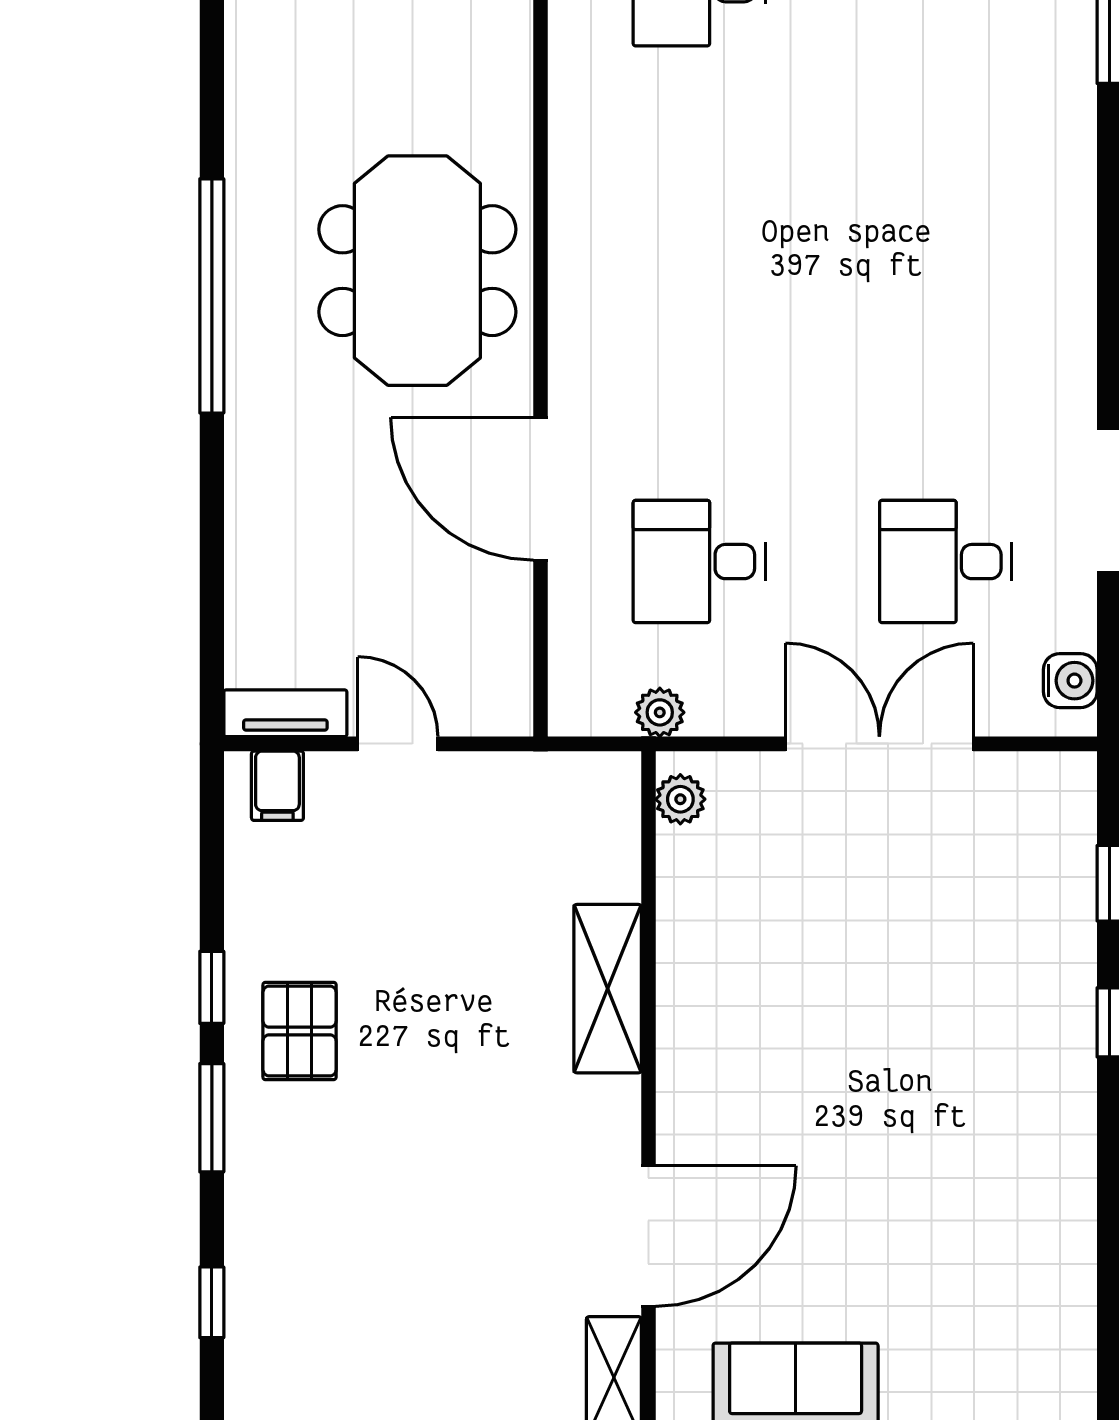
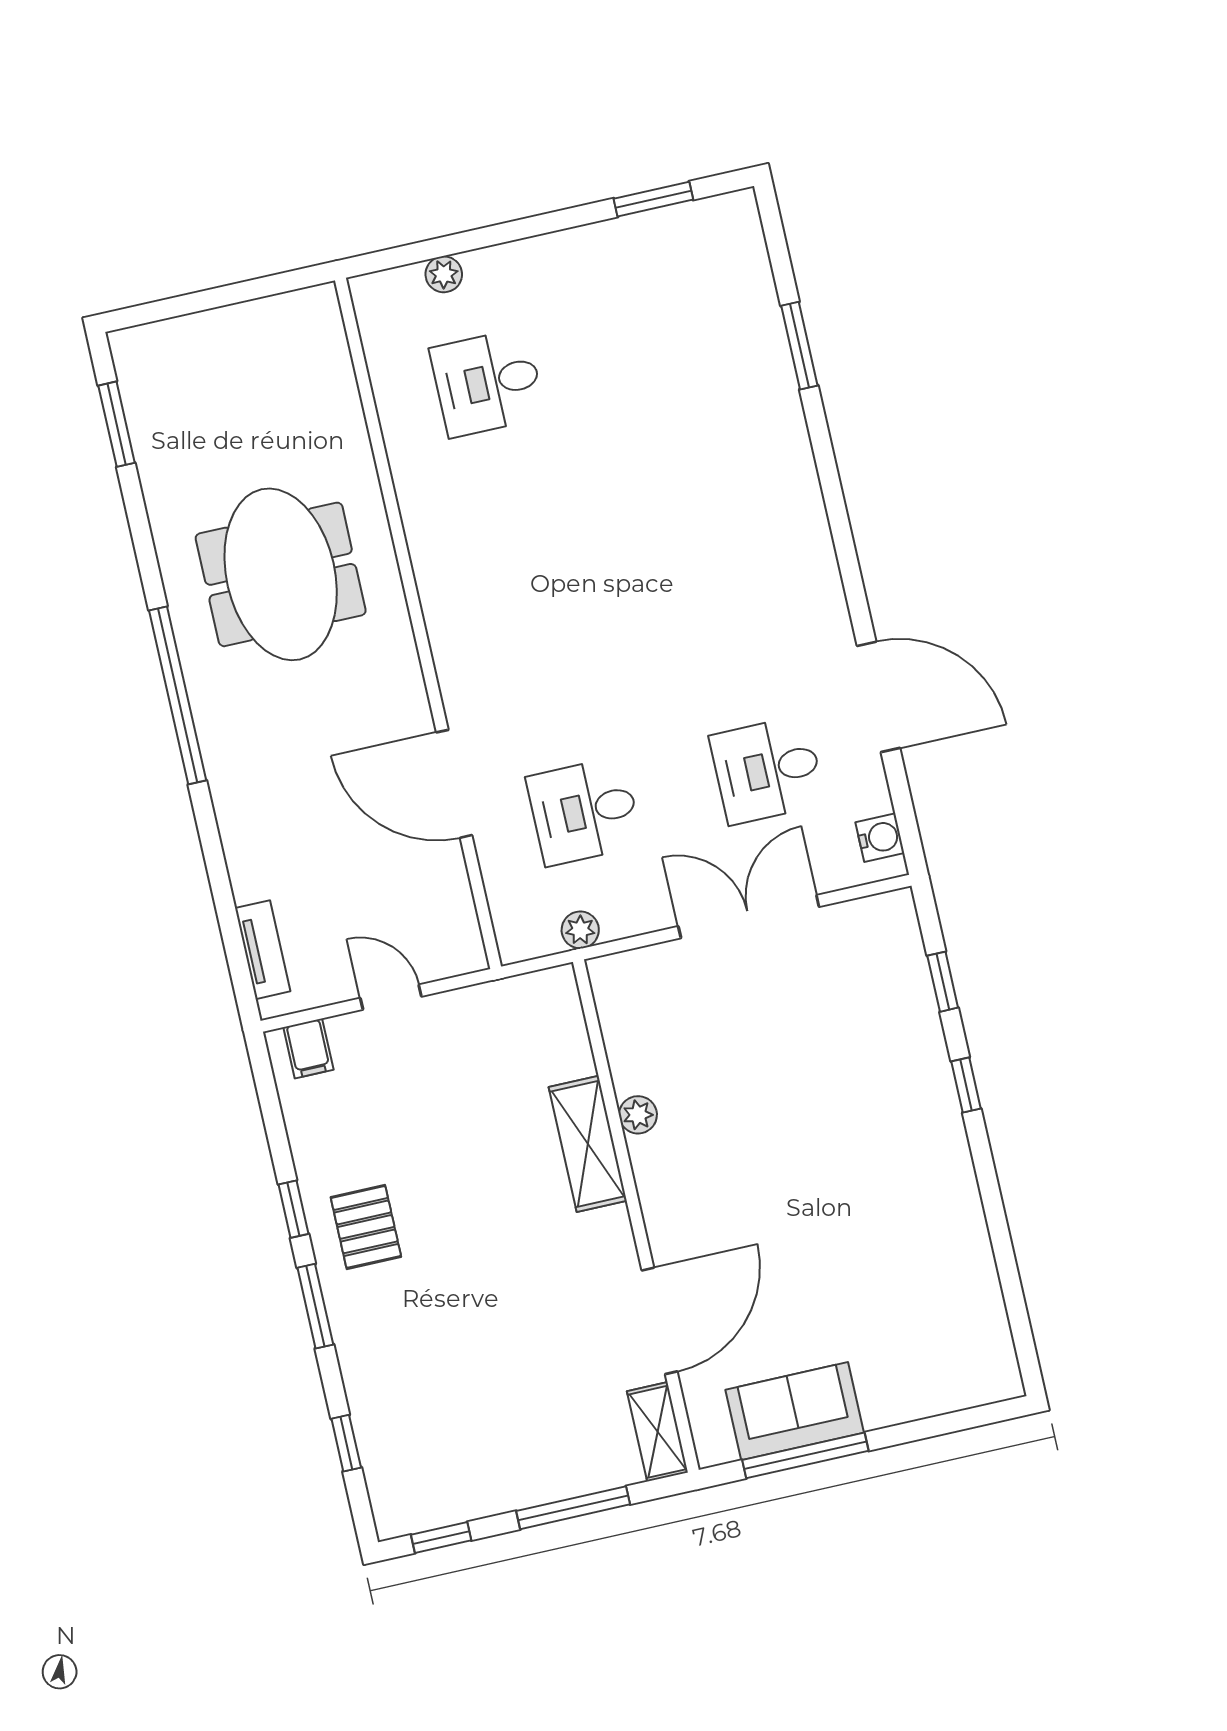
meeting table: (417, 271) -> (281, 574), moved
tv unit: (285, 713) -> (263, 950), moved, turned 90
plant: (680, 799) -> (638, 1115), moved

